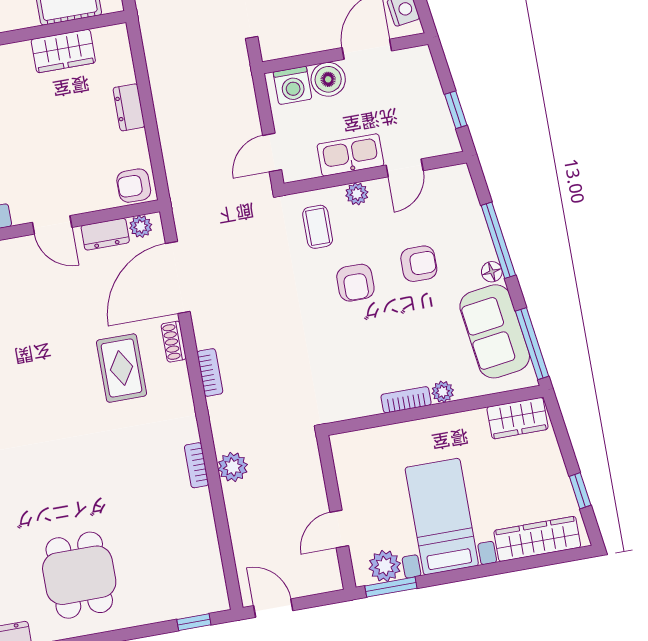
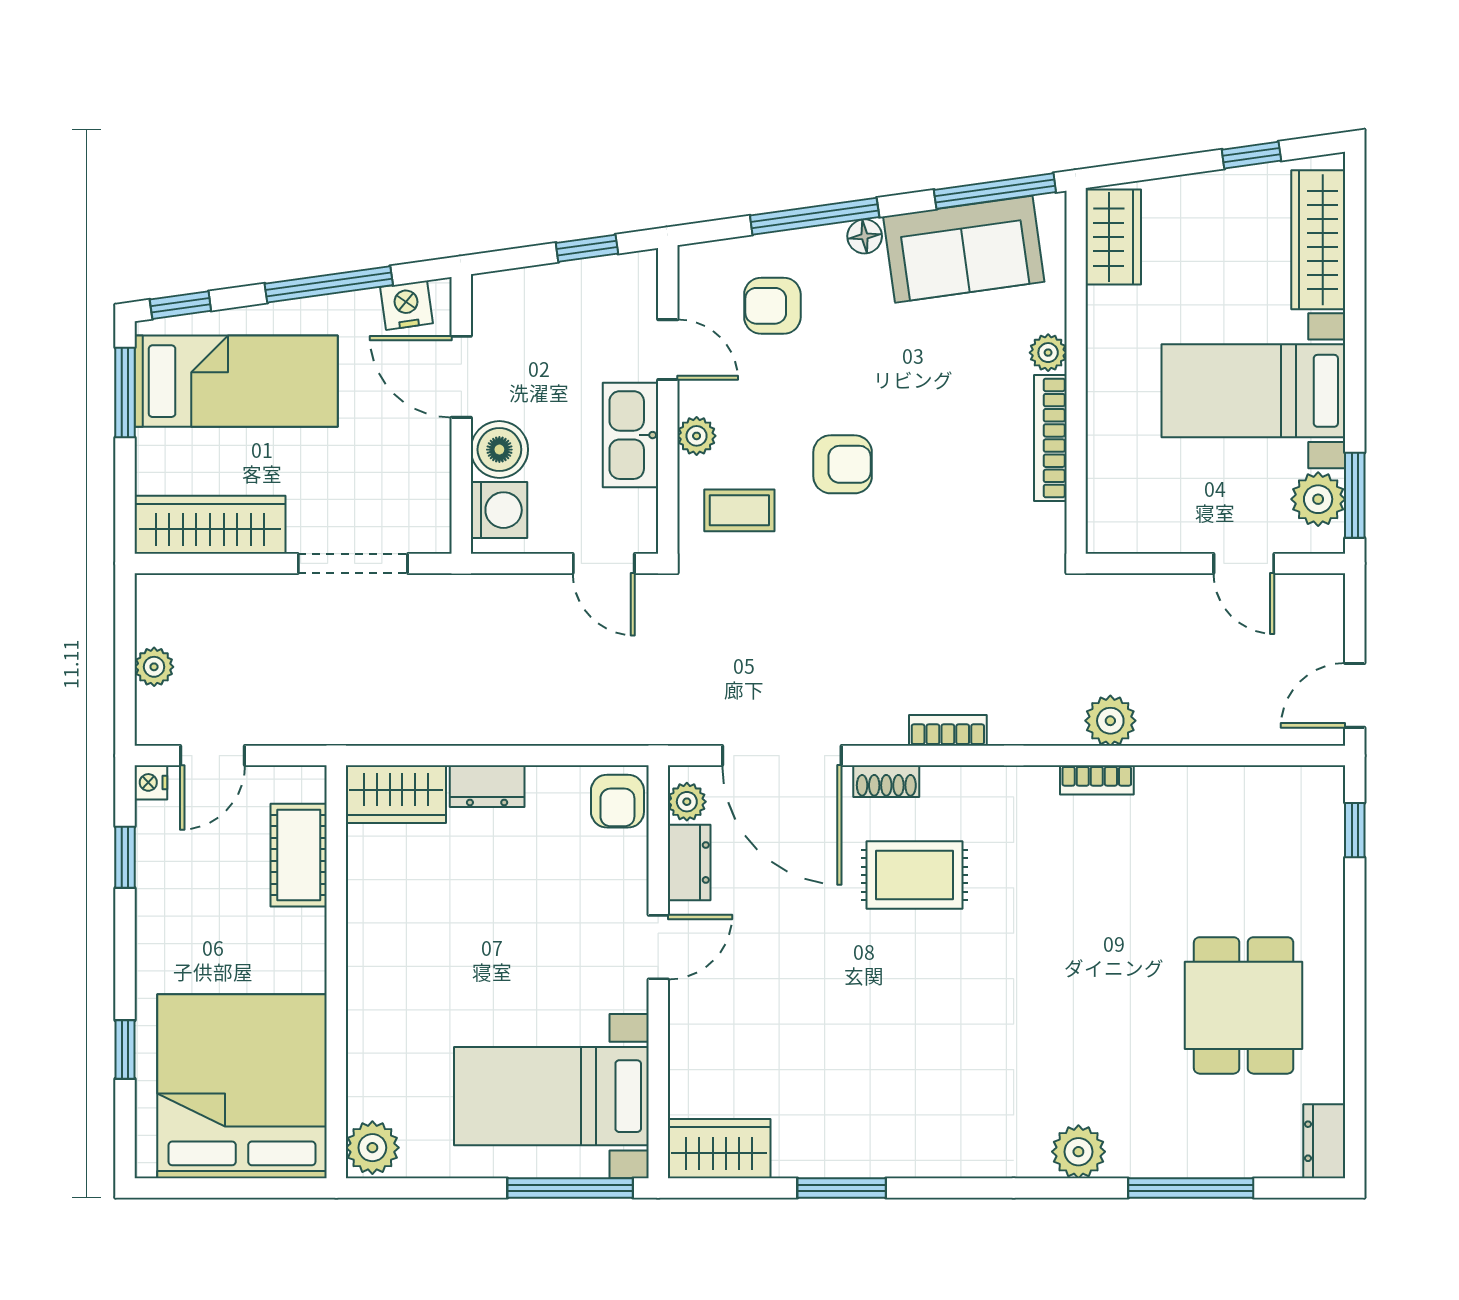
wardrobe: (63, 51) -> (396, 794), moved, turned 90
armchair: (419, 264) -> (772, 306), moved, turned -90
bookcase: (406, 400) -> (1050, 438), width x1.56
dining table: (79, 575) -> (1244, 1005), turned 90

